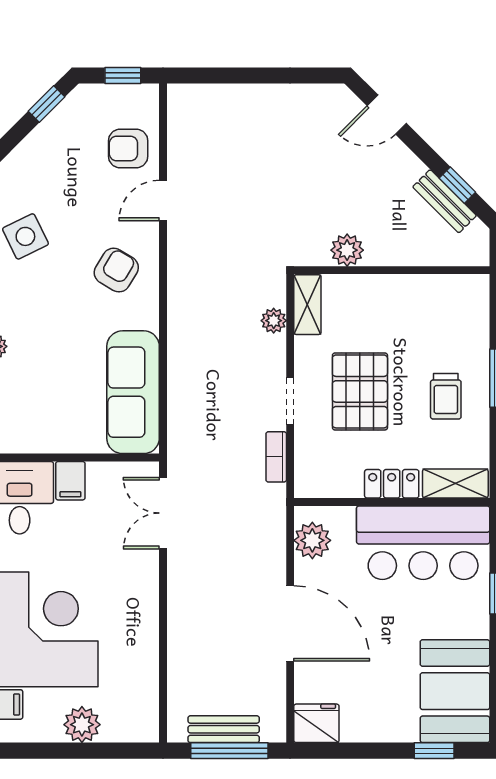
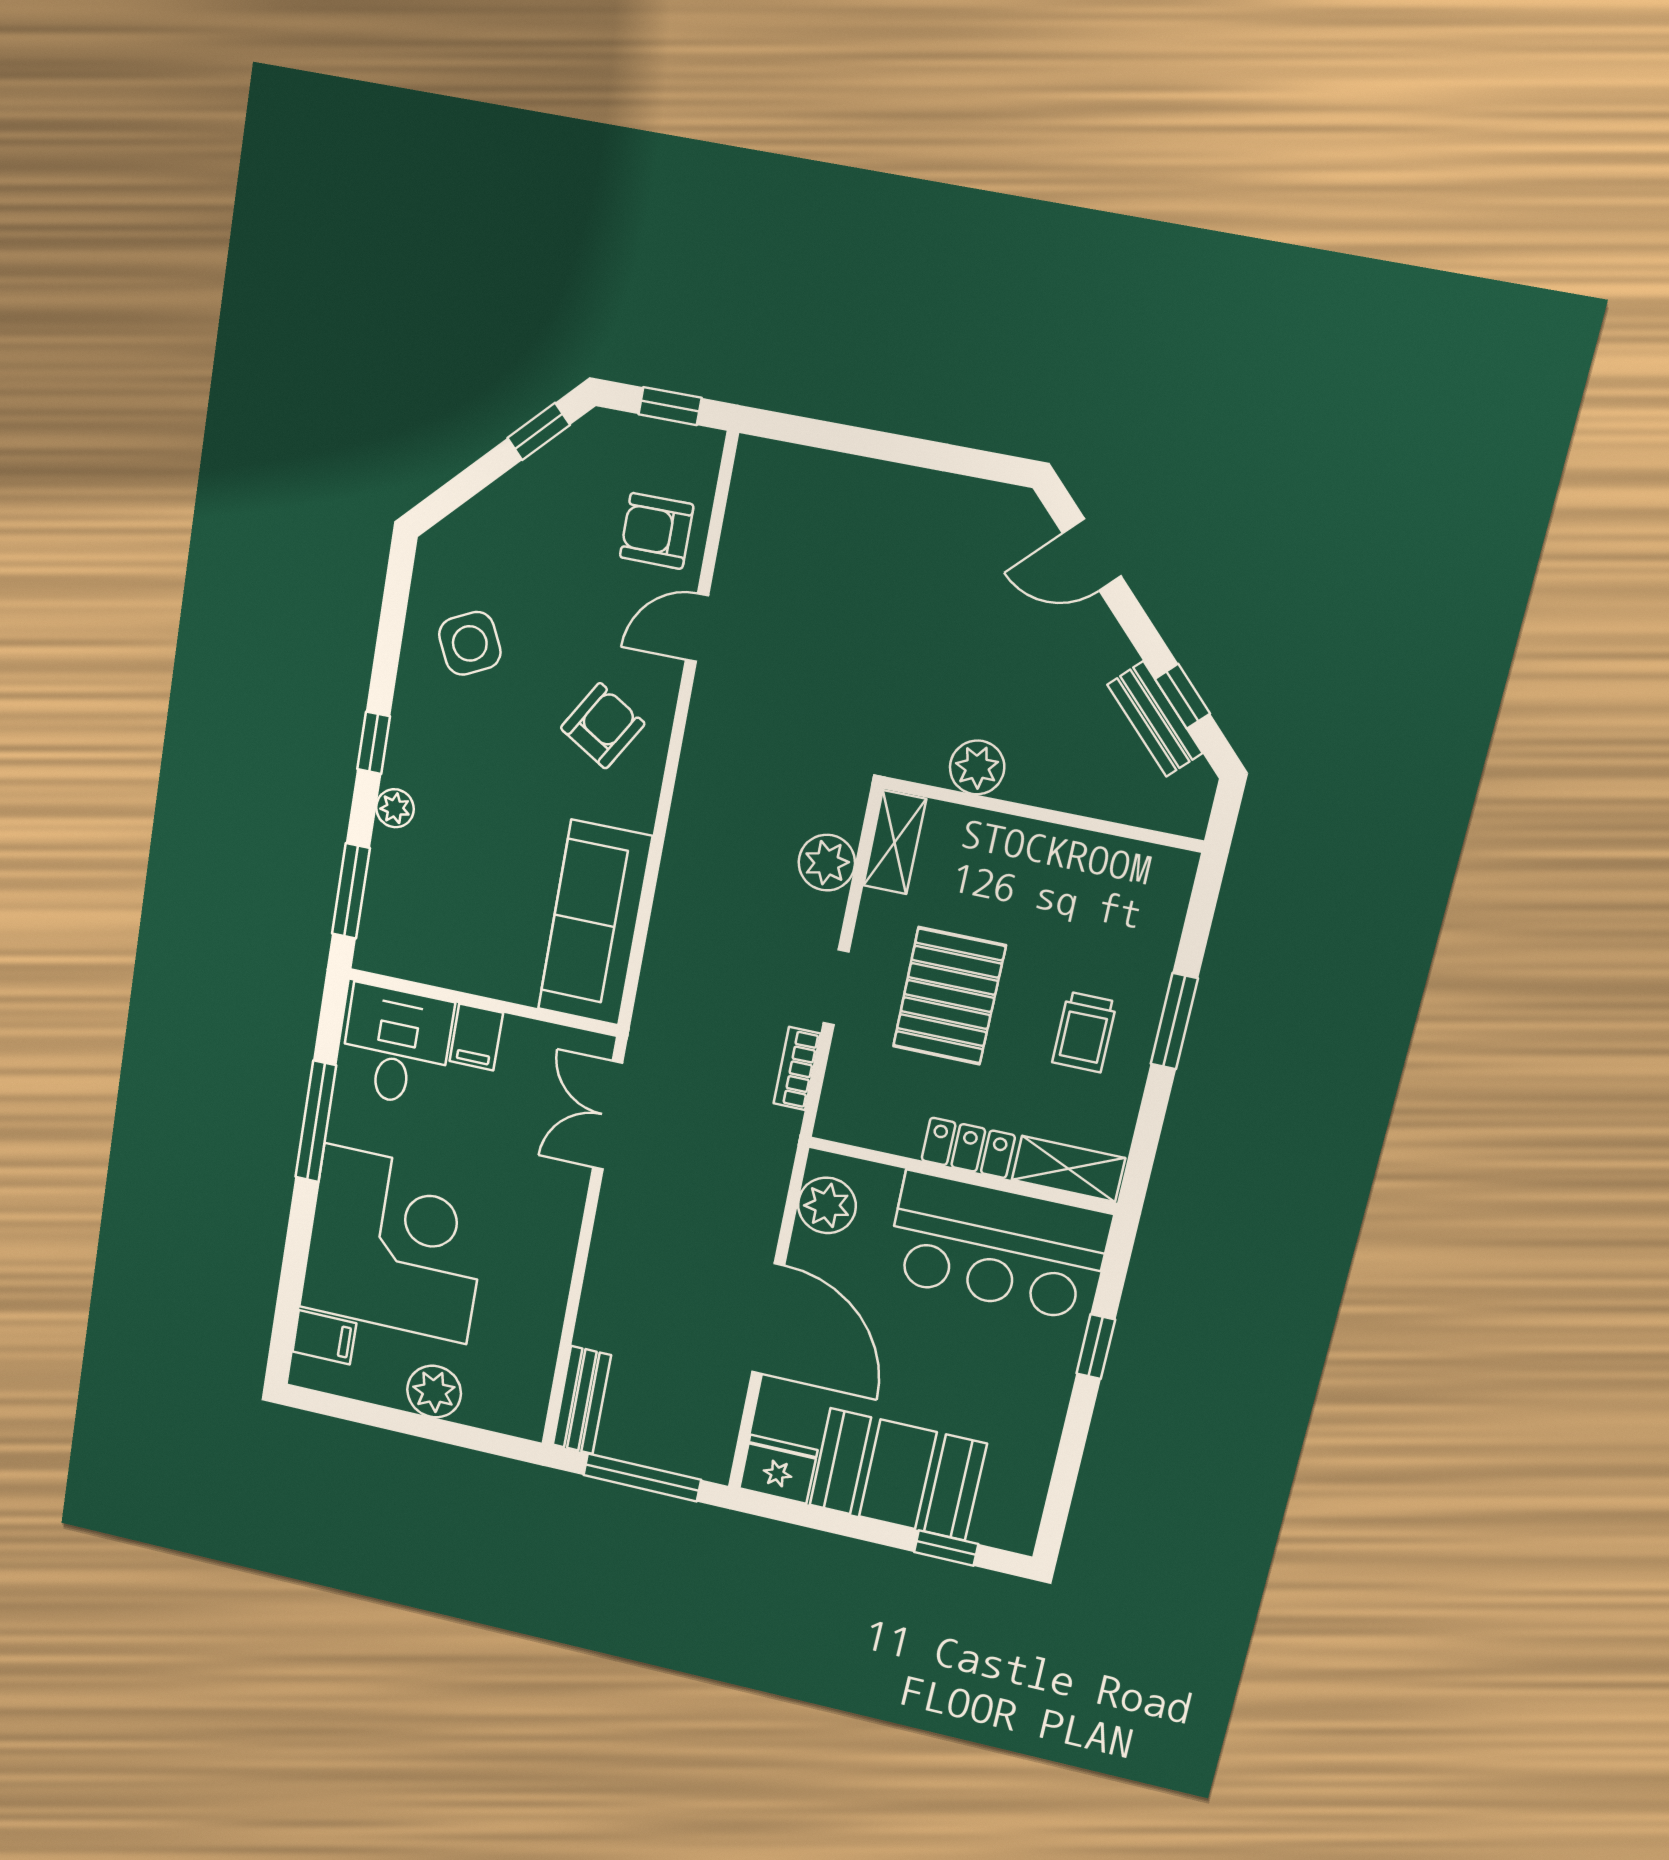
plant: (274, 321) -> (827, 863), width x1.38, depth x1.38
booth: (455, 691) -> (898, 1474), moved, turned 90
bench: (224, 729) -> (582, 1400), moved, turned 90

